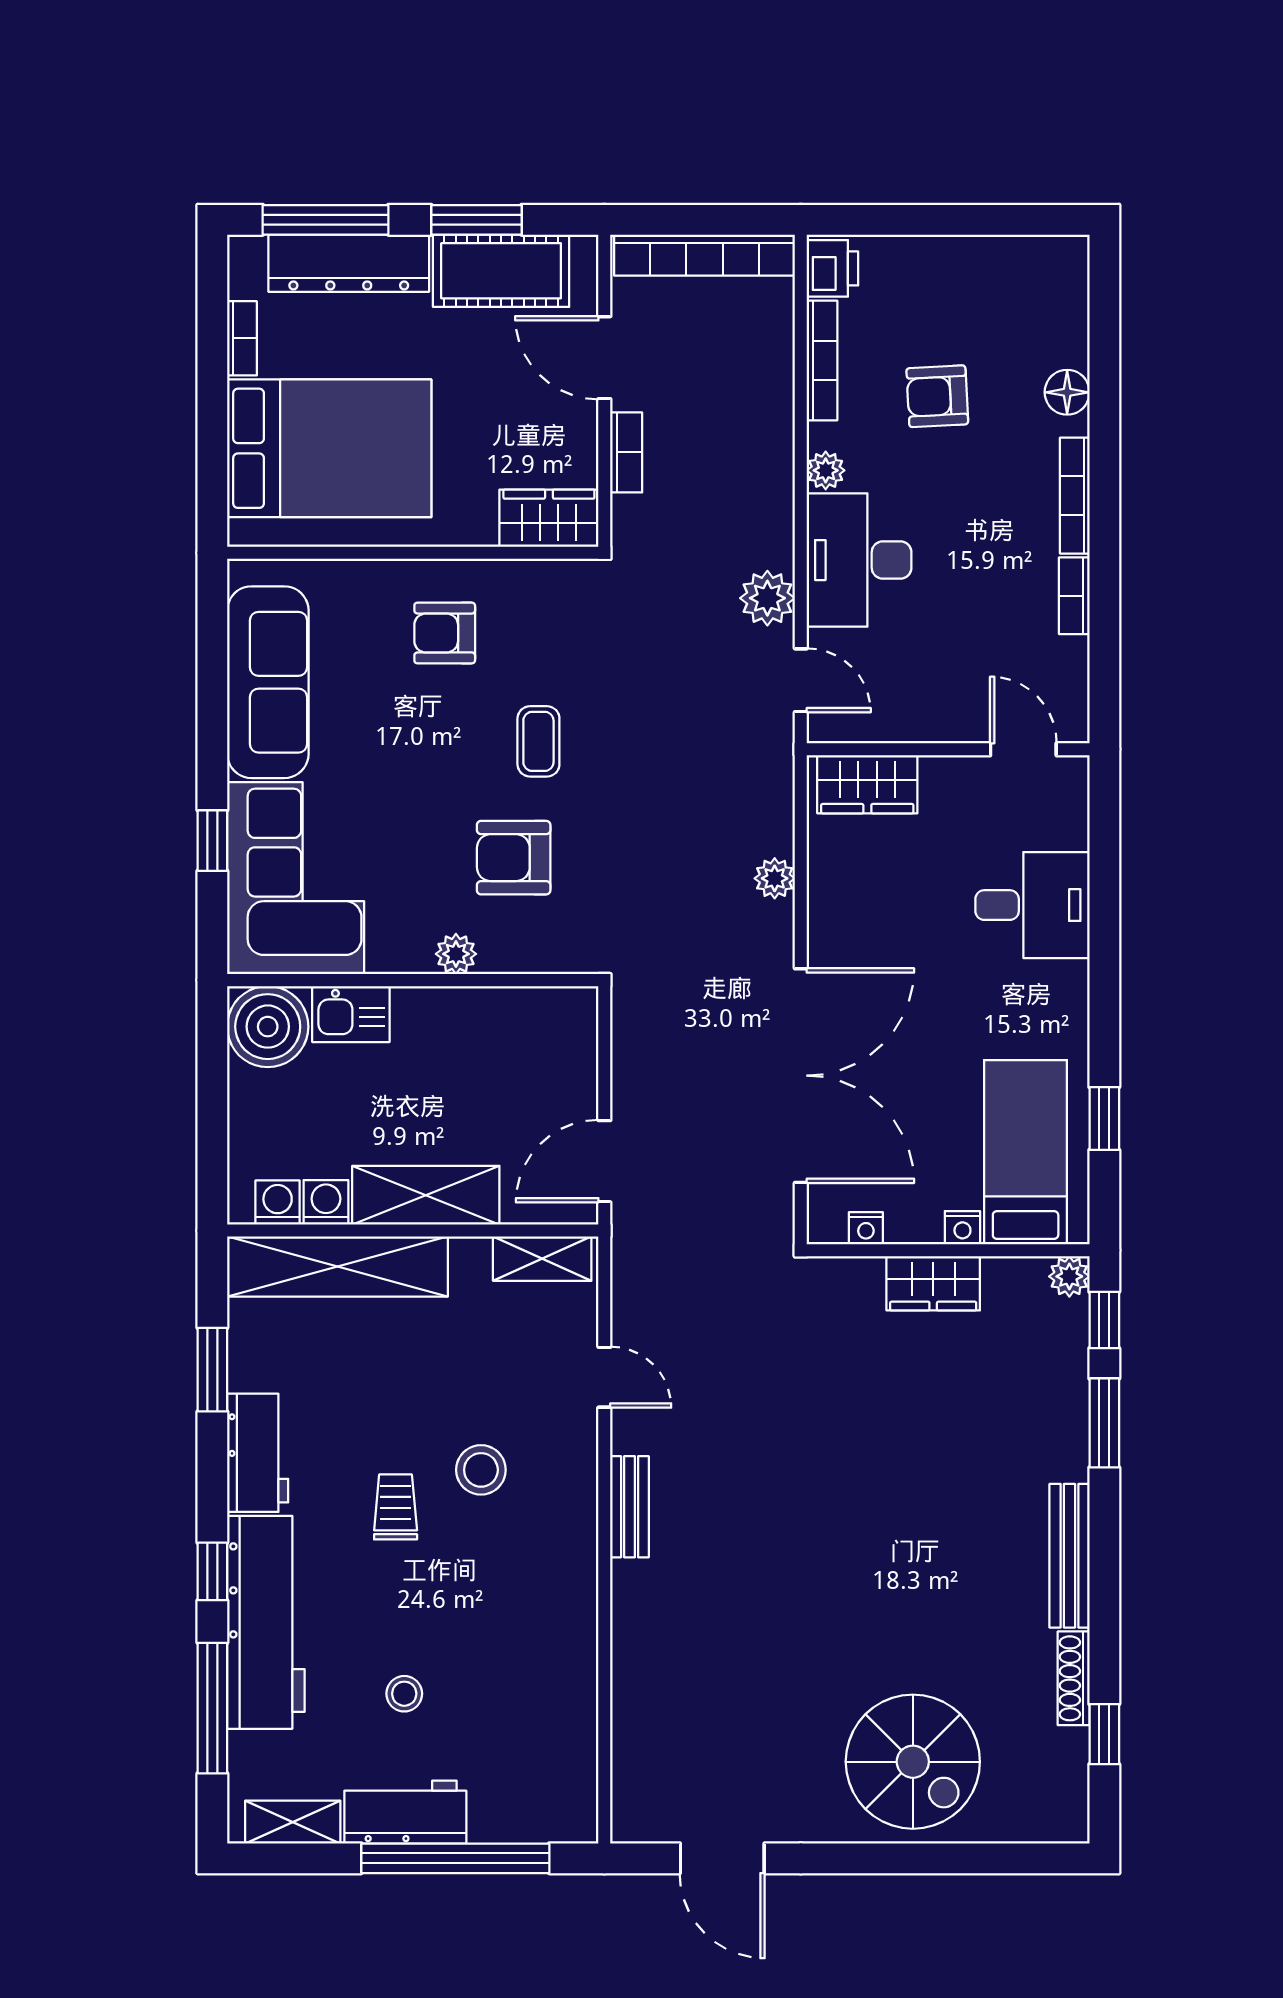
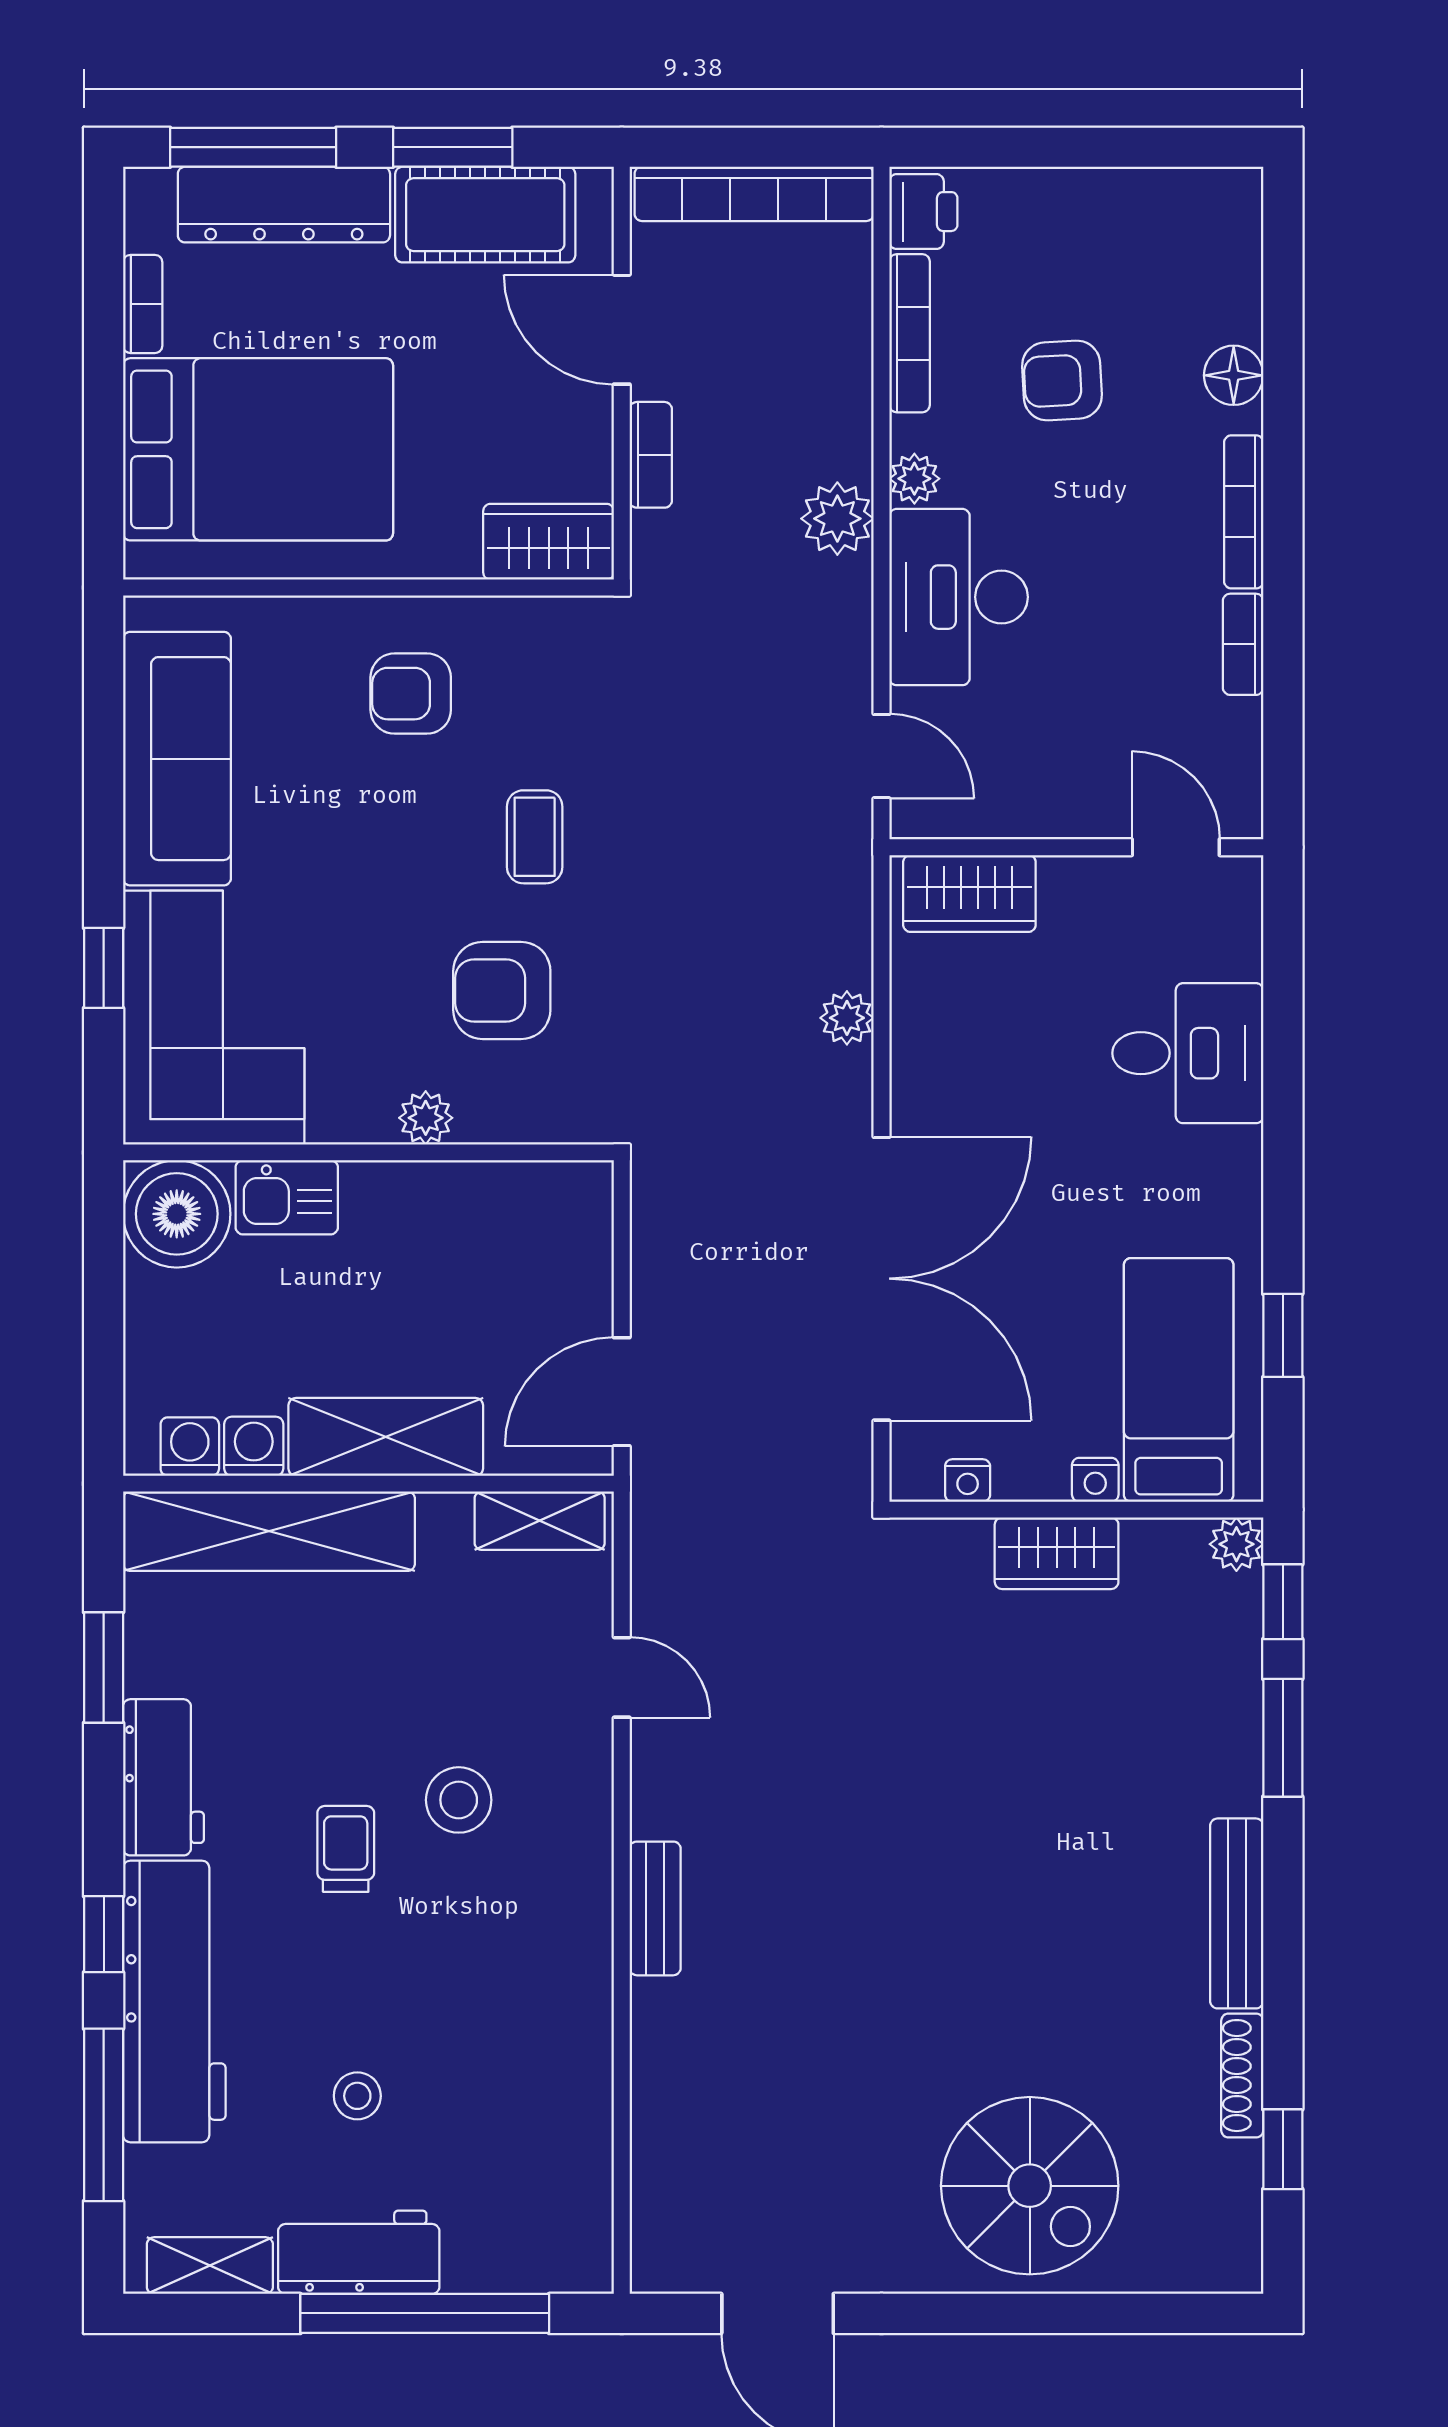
plant: (767, 598) -> (837, 519), moved
bench: (630, 1507) -> (655, 1908), moved

